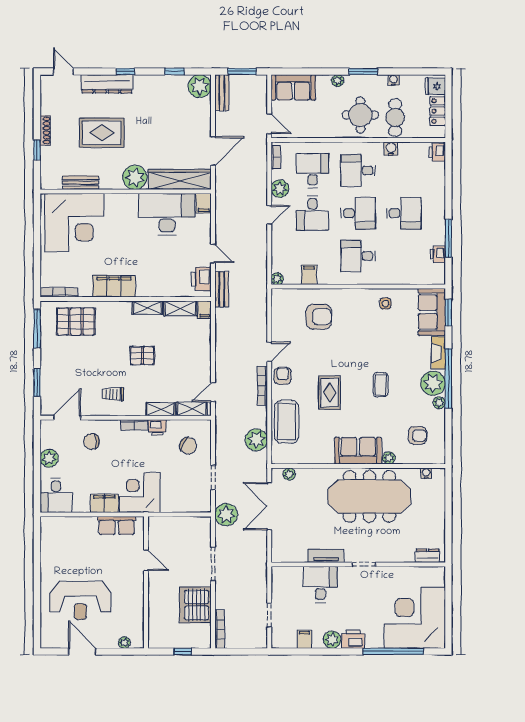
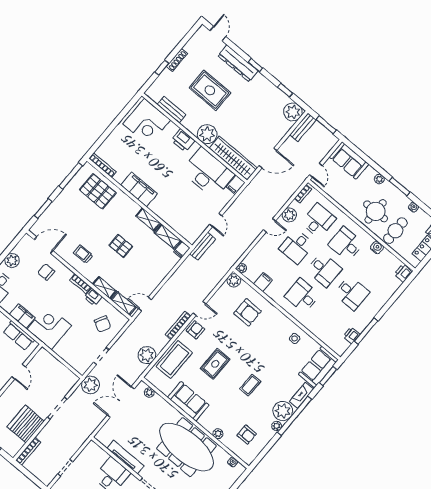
corner desk: (74, 222) -> (147, 122), width x0.74, depth x0.74
printer: (201, 279) -> (183, 140), moved, turned -90
plant: (280, 297) -> (234, 280), added
sofa: (358, 451) -> (188, 401), moved
tv unit: (326, 556) -> (125, 457), width x1.41

